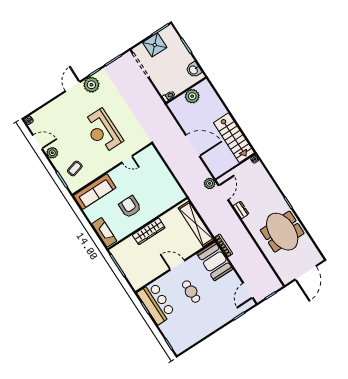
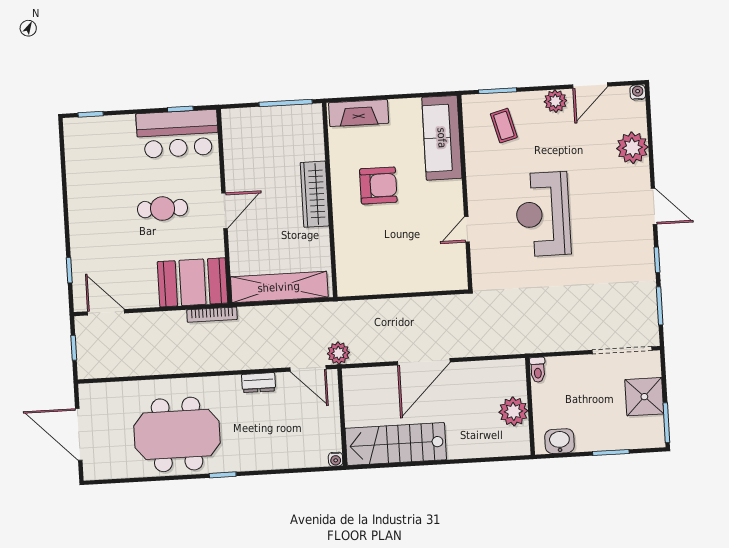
plant: (91, 85) -> (632, 148), moved
reception desk: (103, 131) -> (543, 214), turned -90

